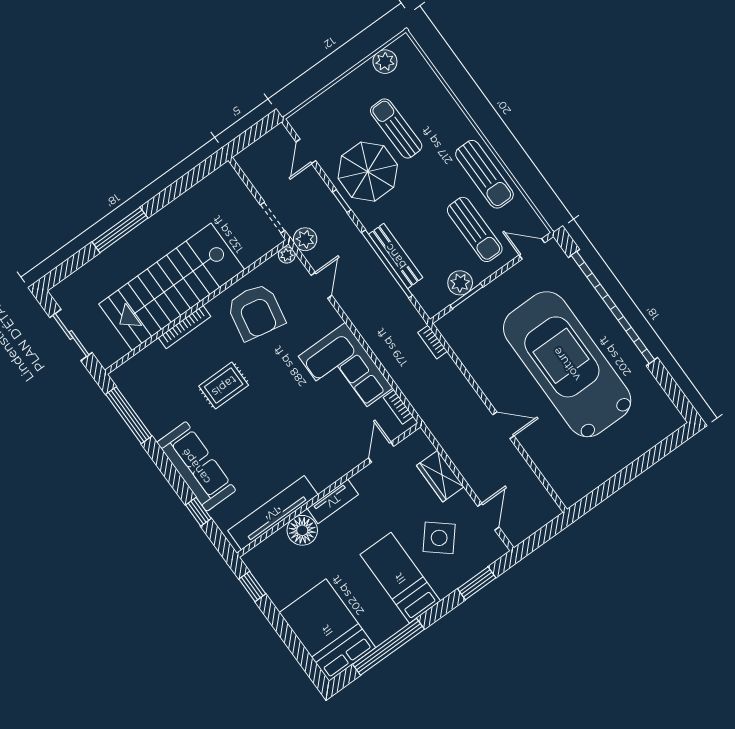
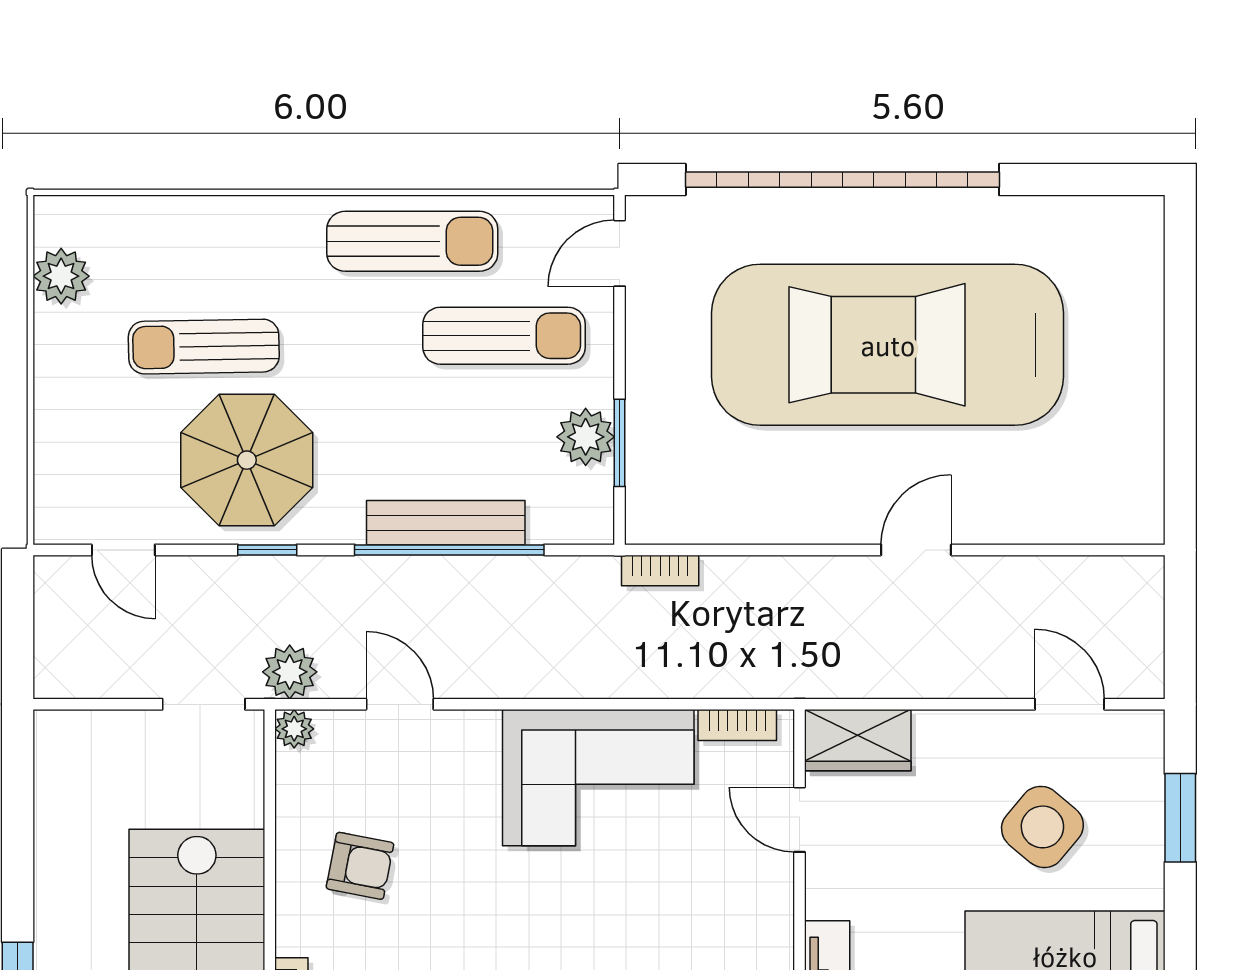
armchair: (256, 312) -> (360, 866), width x0.53, depth x0.53
wardrobe: (440, 476) -> (858, 740), moved

